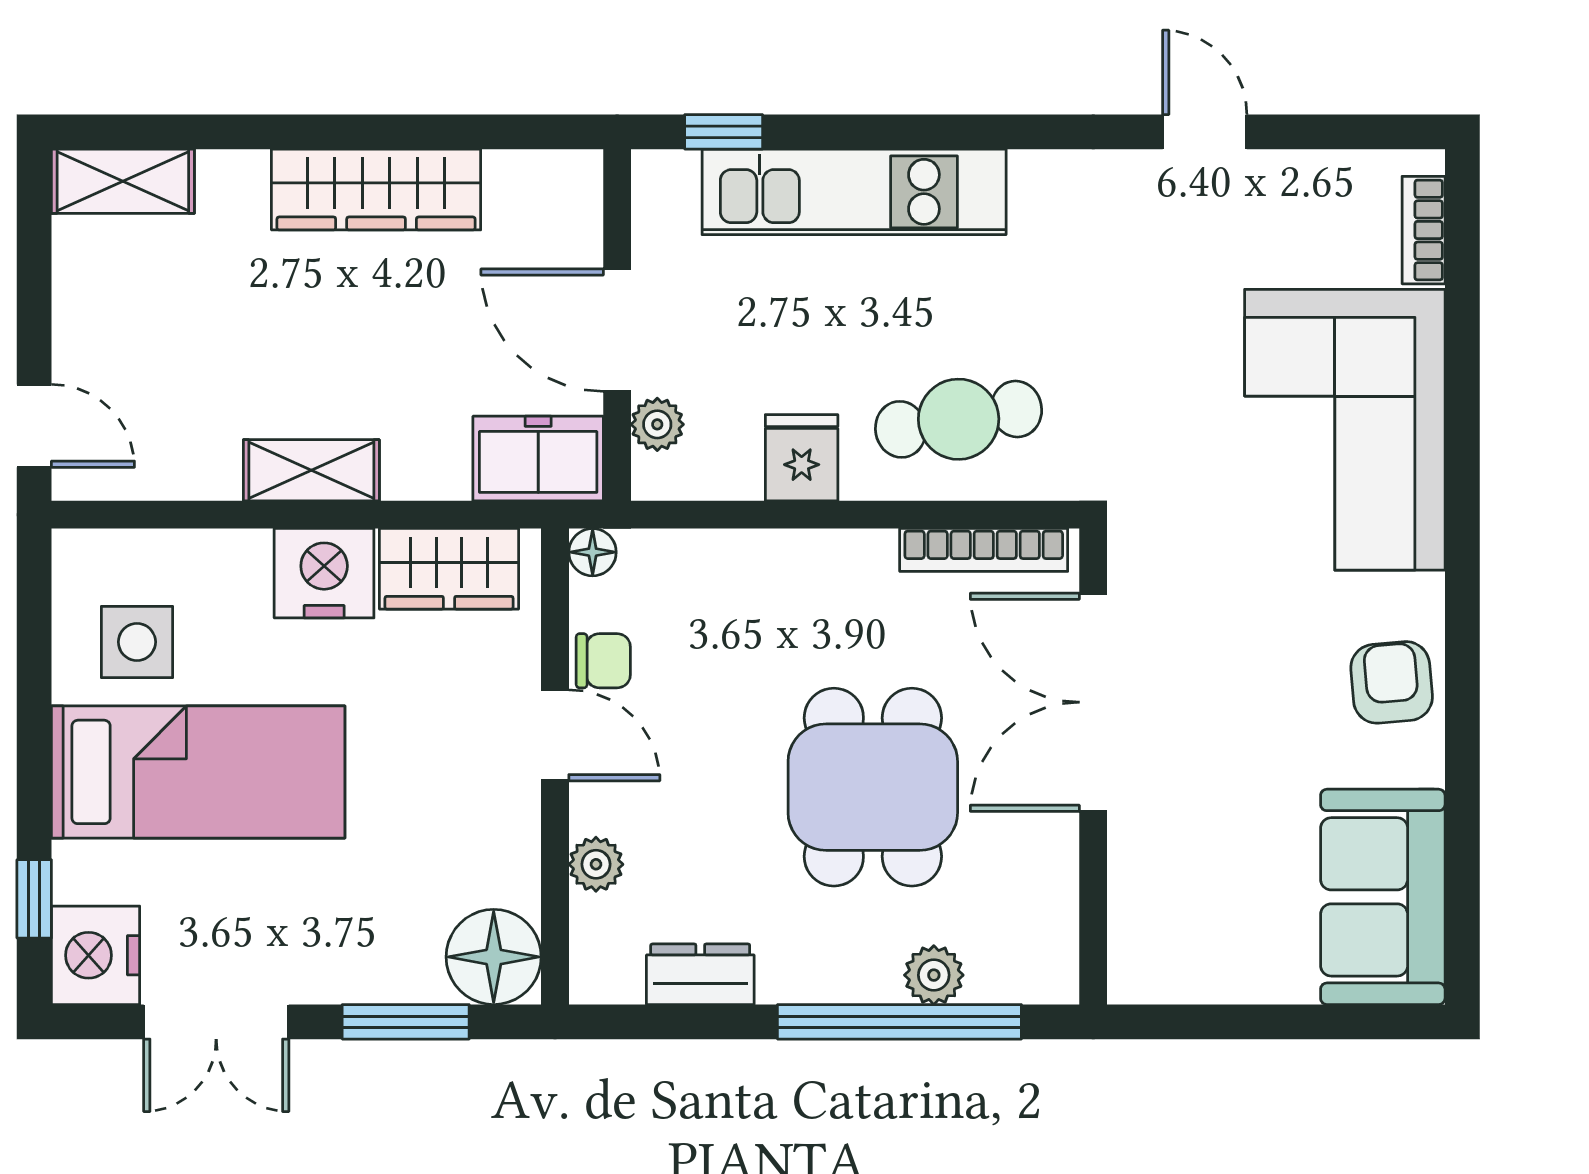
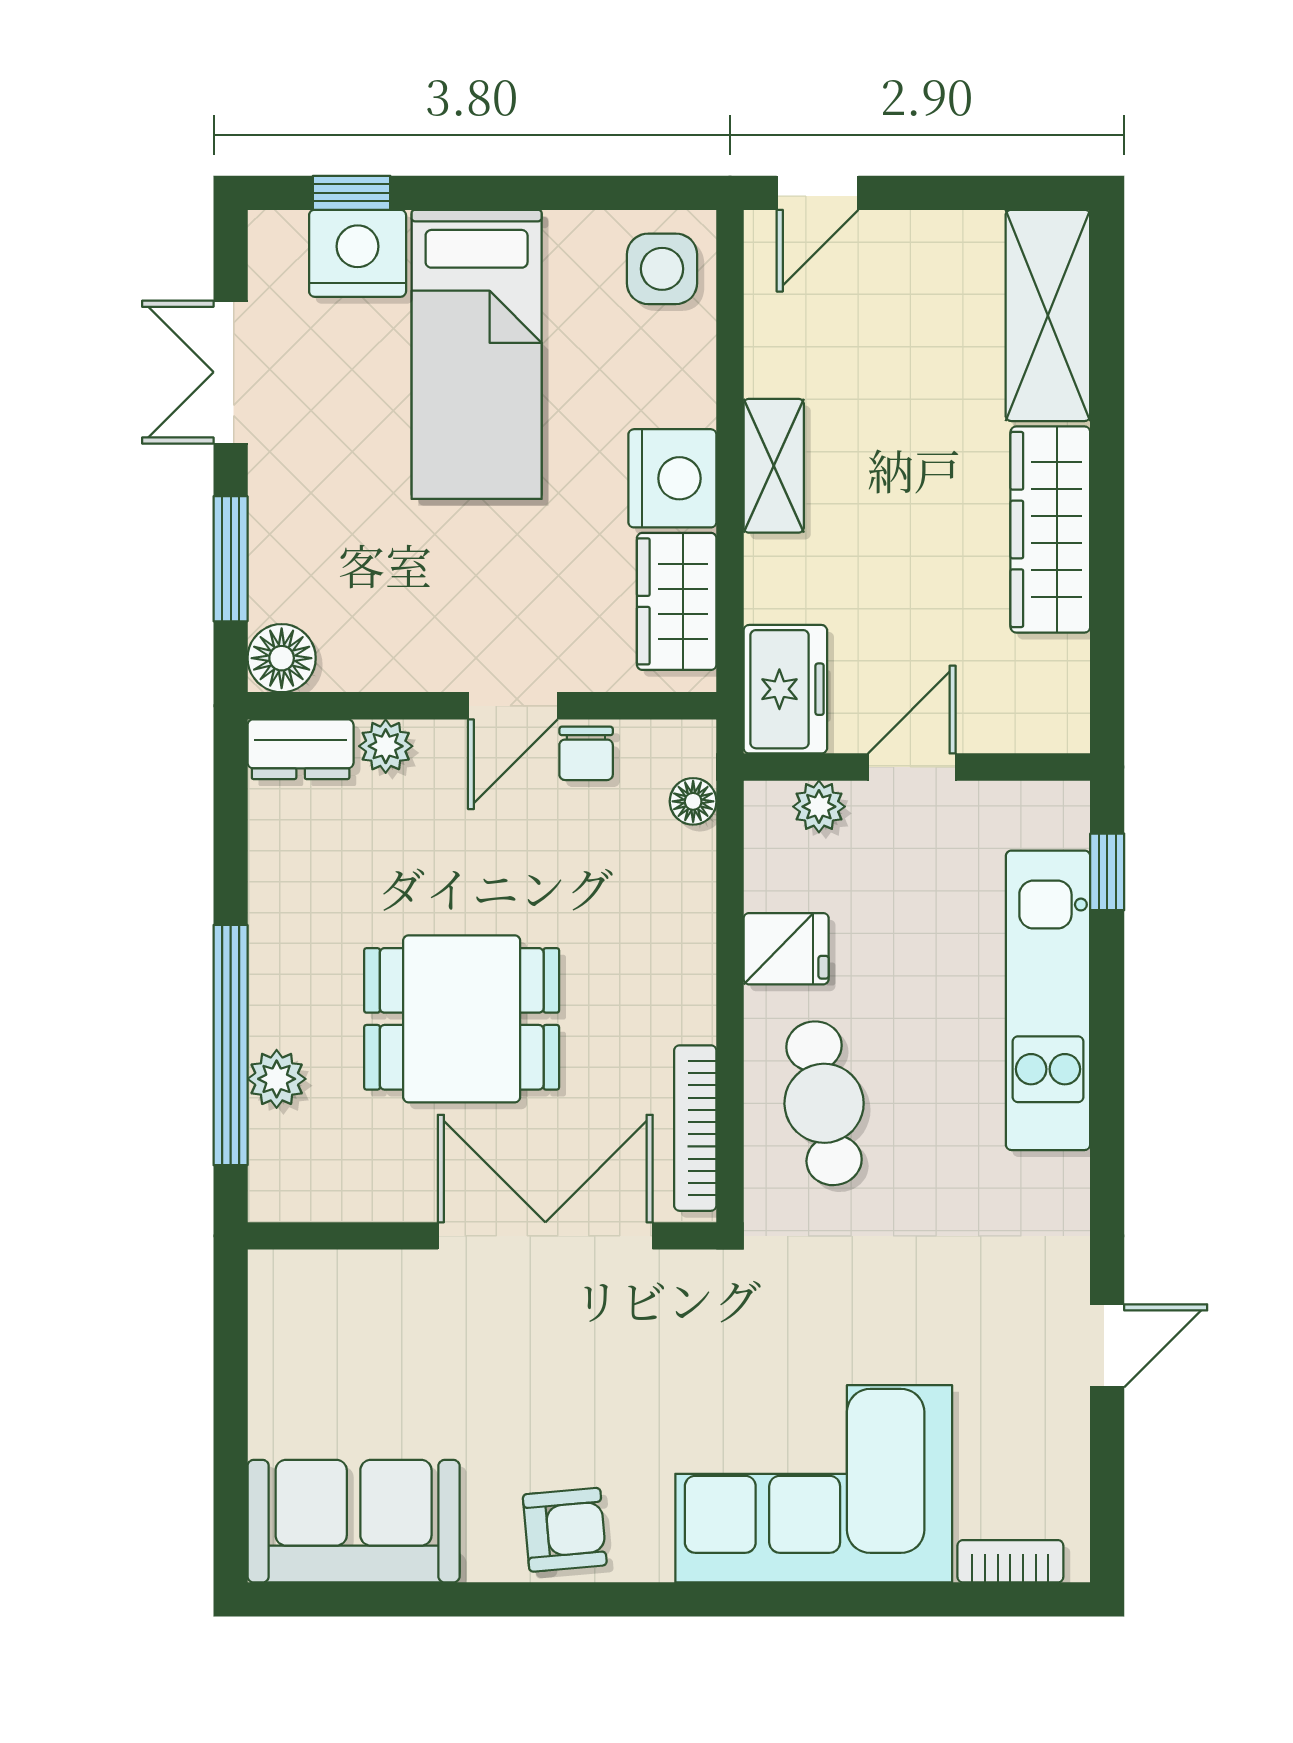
shelving: (123, 181) -> (1048, 315), width x1.50, depth x1.33
door: (617, 330) -> (912, 767), width x0.73
floor lamp: (593, 552) -> (693, 801), moved
side table: (137, 642) -> (662, 269), moved
nightstand: (96, 955) -> (358, 253), moved
floor lamp: (494, 957) -> (282, 658), width x0.73, depth x0.73
dresser: (700, 974) -> (301, 749), moved, turned 90

